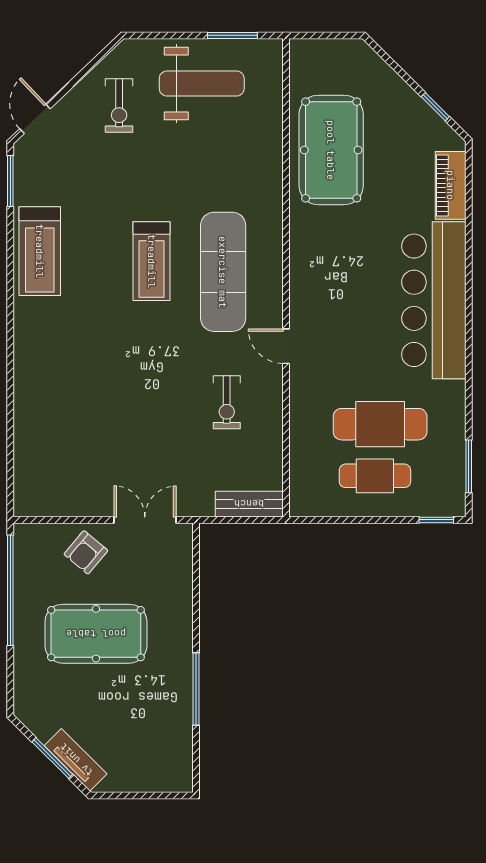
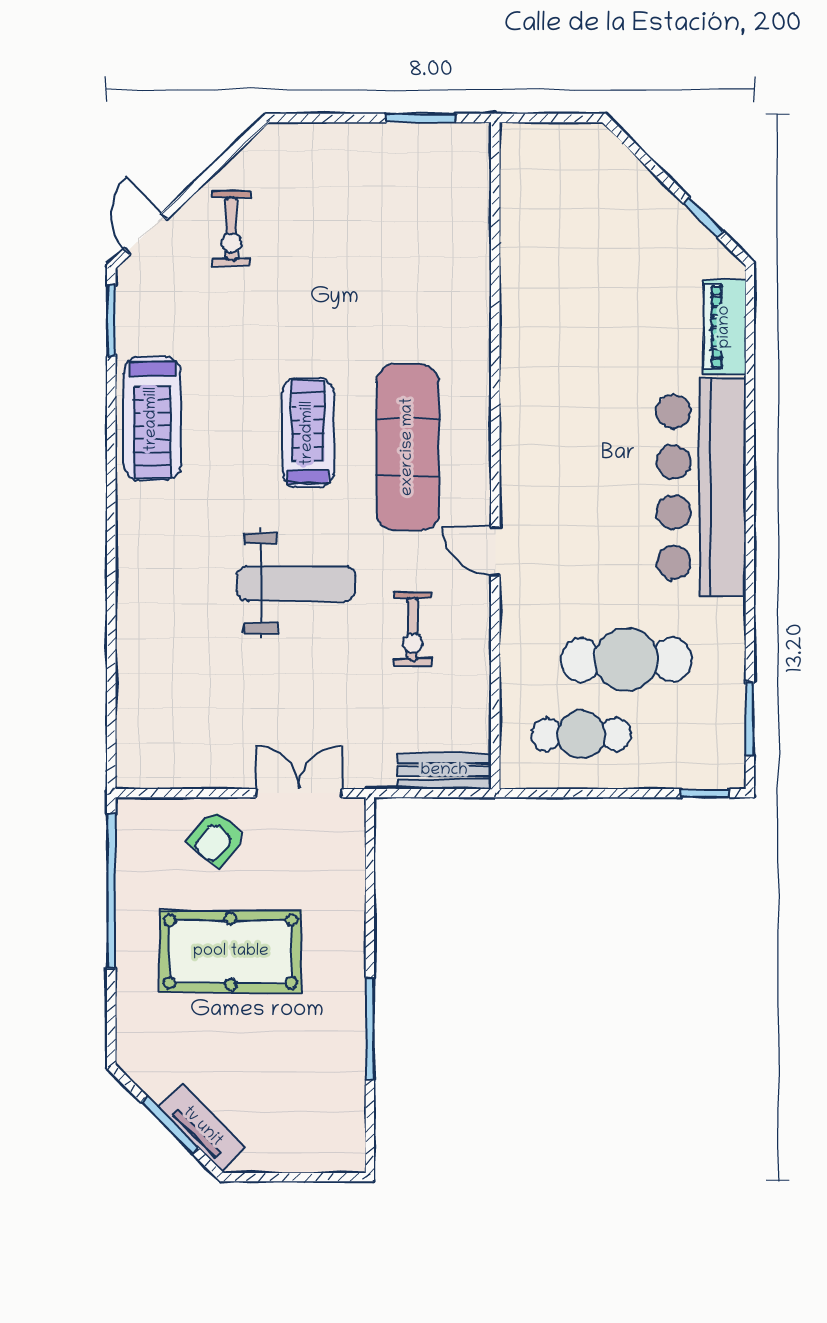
weight bench: (202, 83) -> (296, 583), moved
exercise bike: (119, 106) -> (231, 229), moved
pool table: (331, 150) -> (558, 278), removed
treadmill: (152, 261) -> (308, 433), turned 180
cafe table: (375, 476) -> (581, 734), moved

